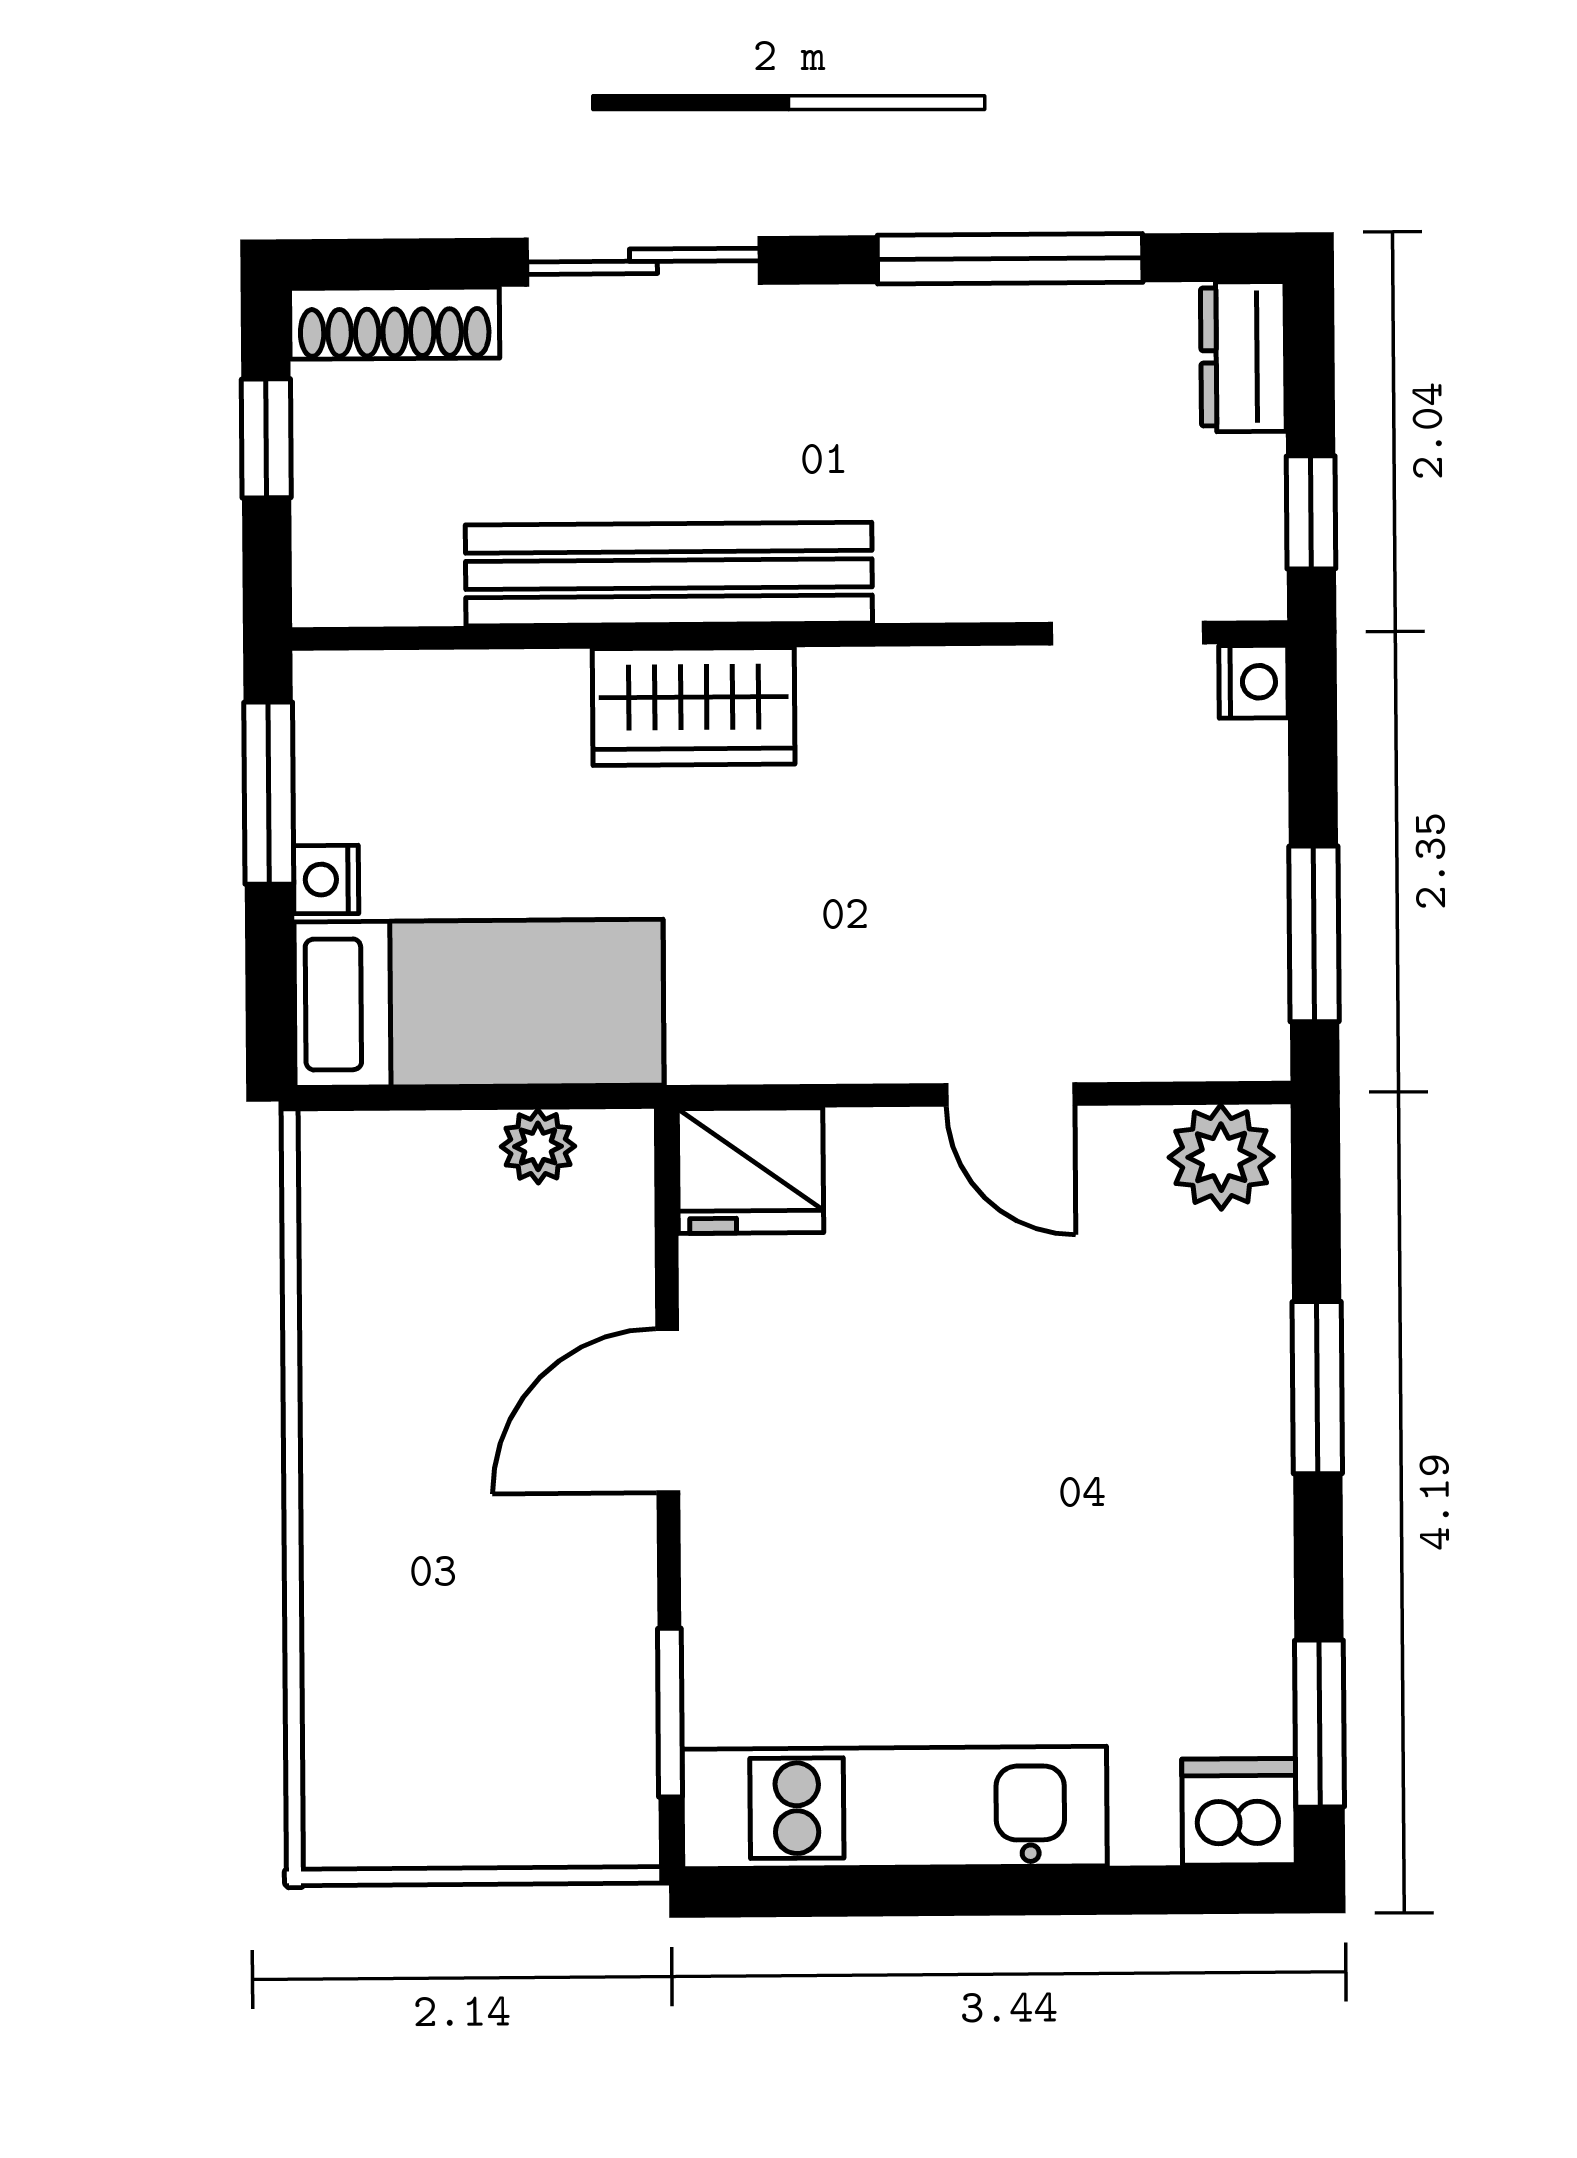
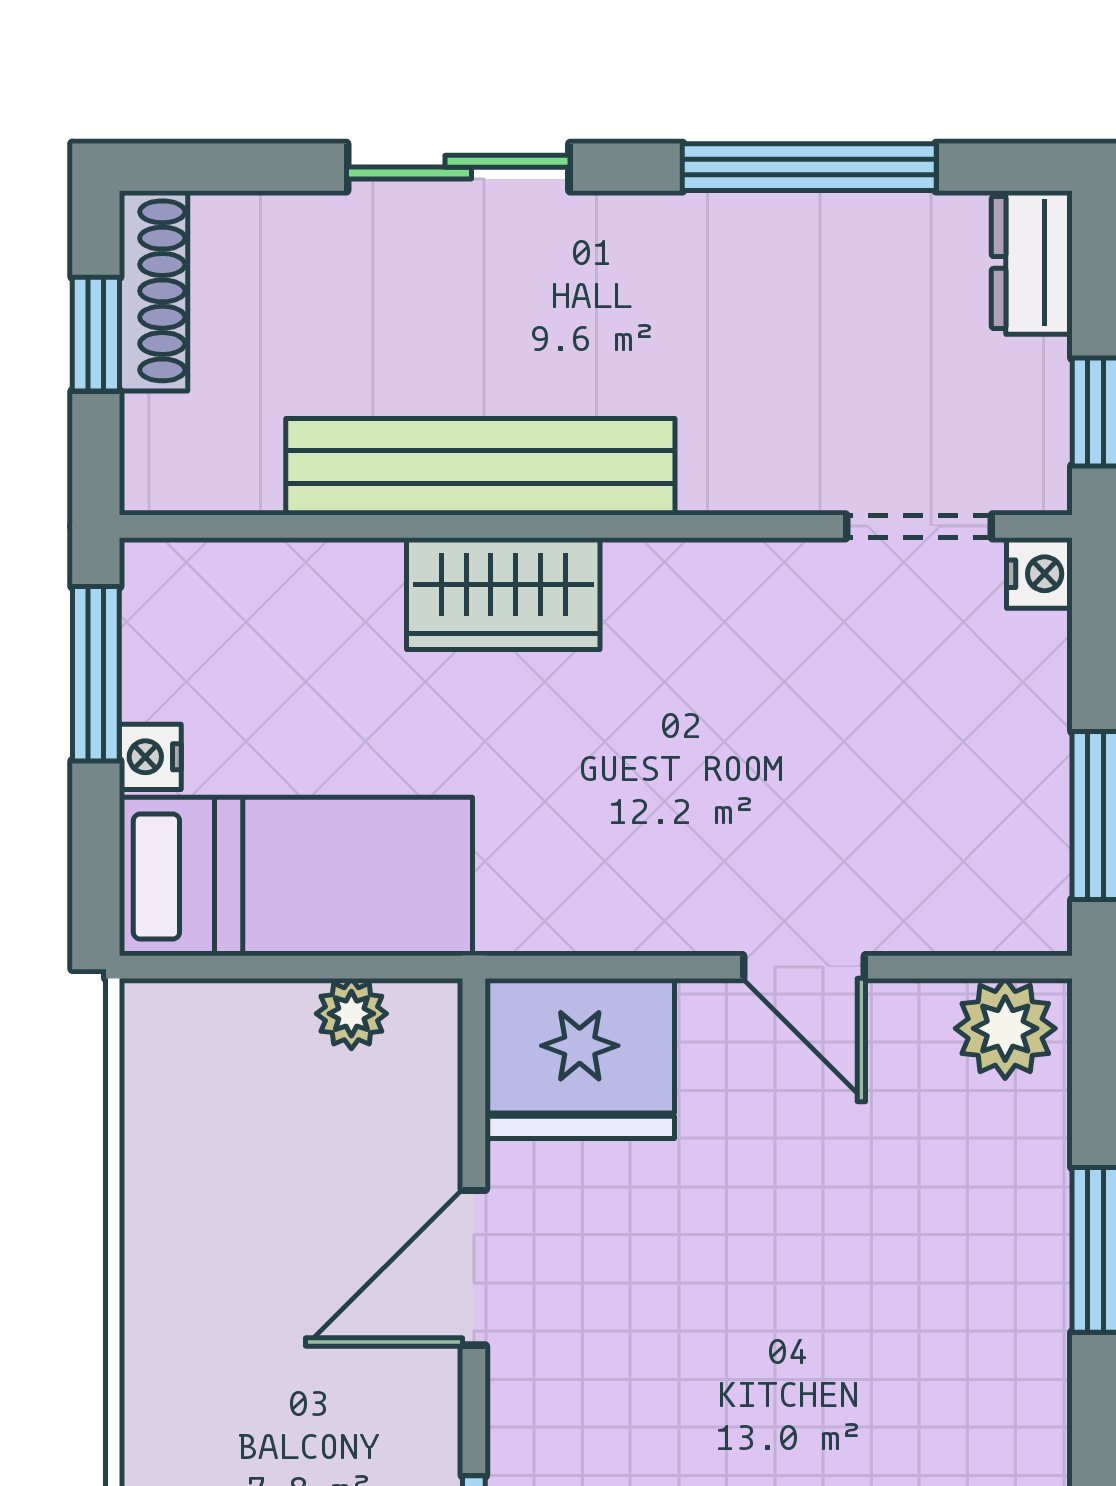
shoe rack: (395, 323) -> (153, 291), moved, turned -90
fridge: (751, 1171) -> (580, 1059), width x1.36, depth x1.34

